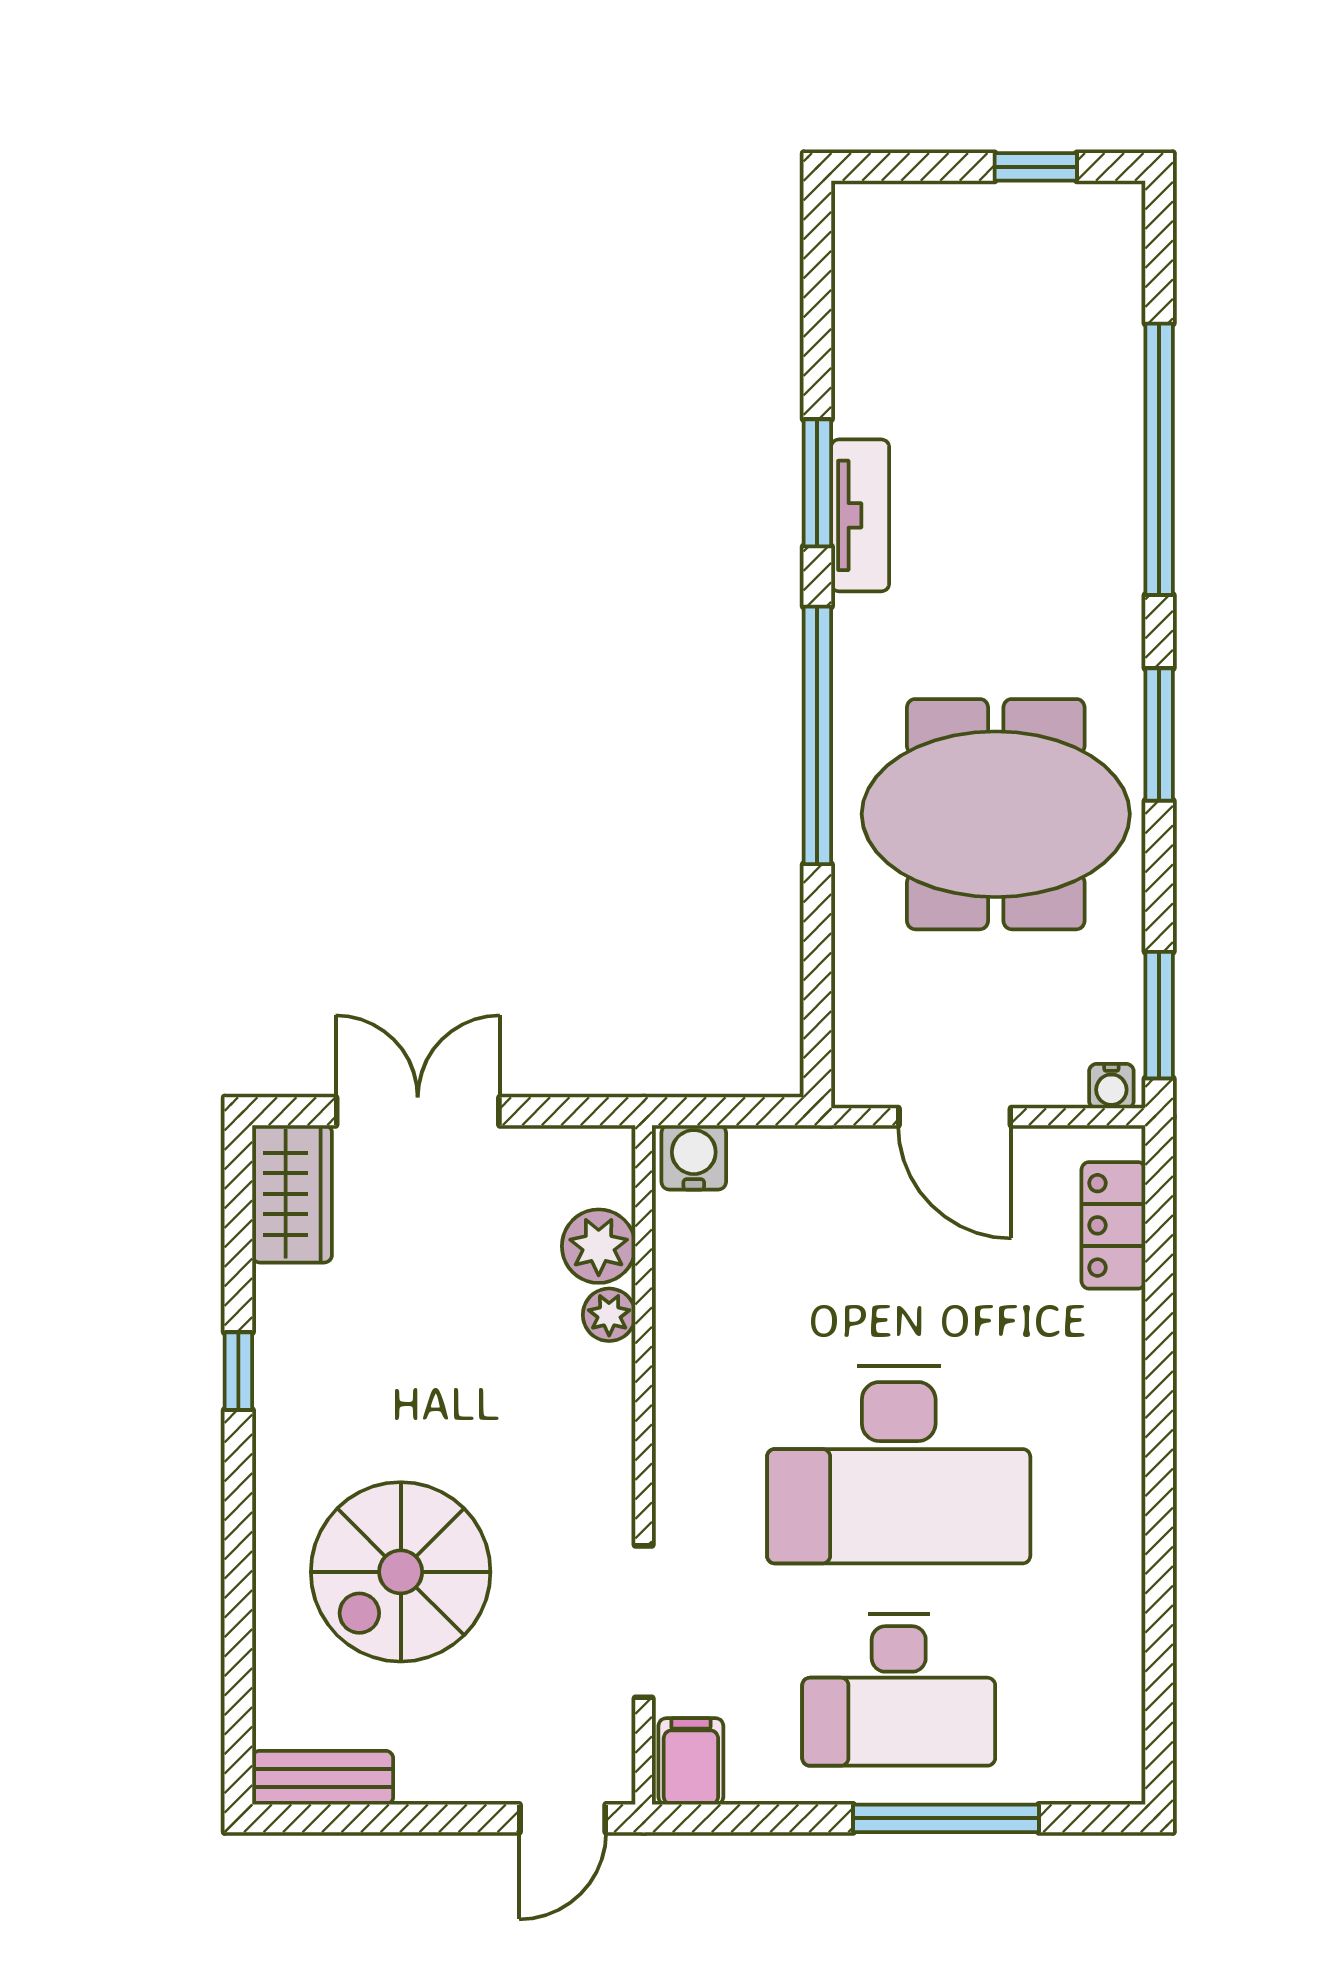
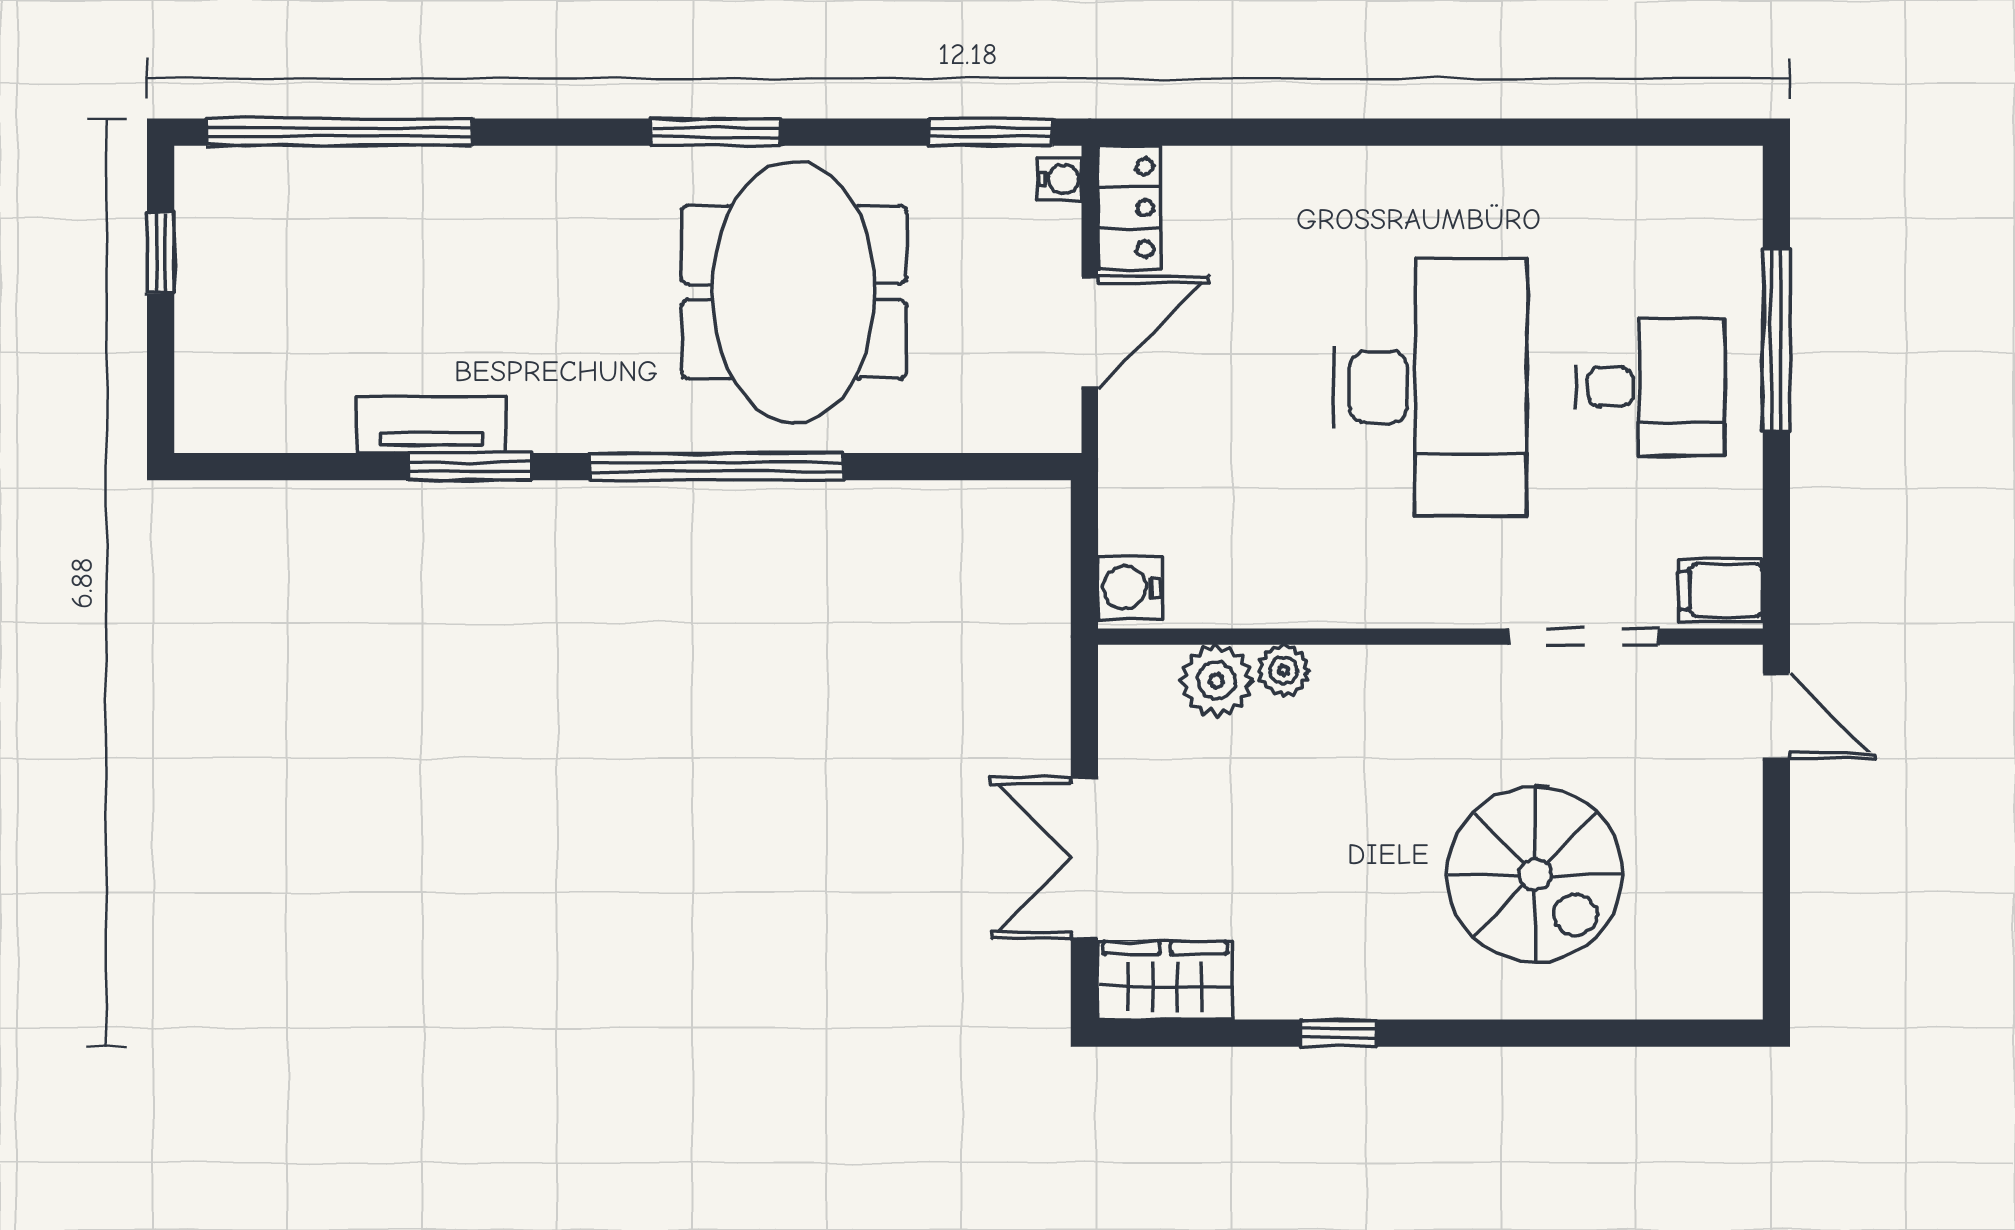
window: (1159, 459) -> (340, 132), moved
tv unit: (860, 515) -> (432, 425), moved
locker: (1113, 1225) -> (1129, 208), moved, turned -90
desk: (899, 1690) -> (1651, 387), width x0.73
bench: (323, 1778) -> (1737, 951), removed

